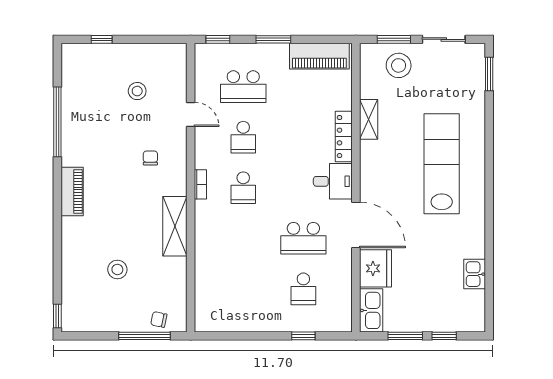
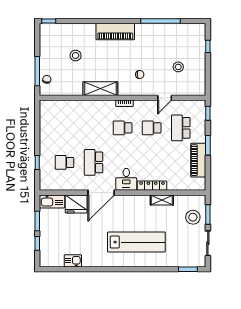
piano: (319, 56) -> (198, 160), moved
piano: (72, 191) -> (115, 32), width x1.37, depth x1.33

